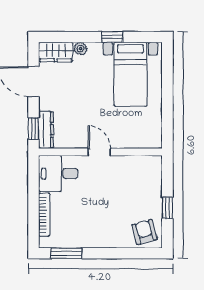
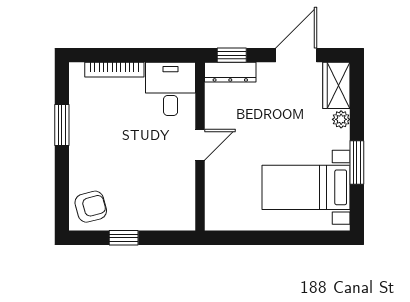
window: (112, 37) -> (357, 162), width x1.50
window: (66, 253) -> (62, 125), moved

